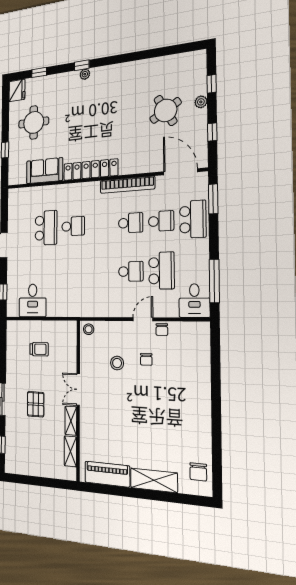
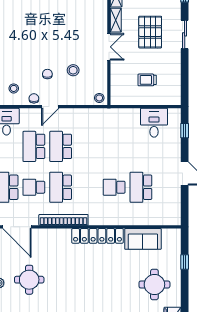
round table: (166, 110) -> (29, 280), turned 31
school desk: (131, 223) -> (61, 187), width x1.85
school desk: (131, 271) -> (61, 146), width x1.85
stool: (186, 342) -> (14, 88), added
pallet: (36, 404) -> (150, 32), width x1.50, depth x1.42

